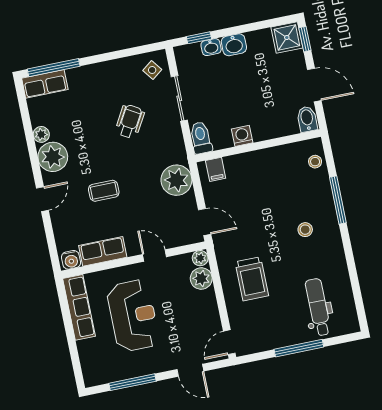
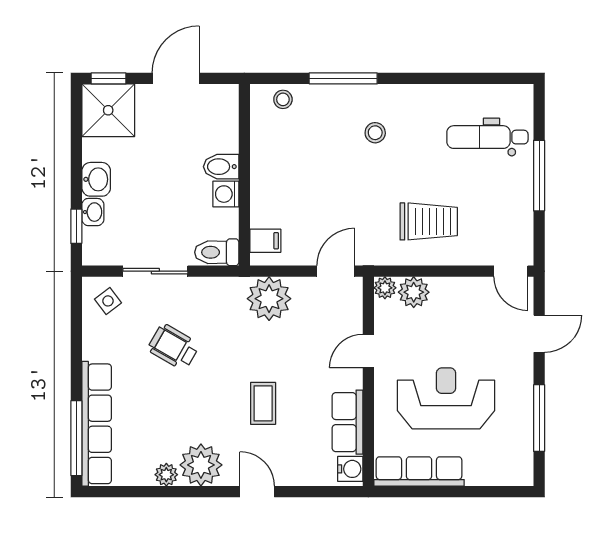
shower: (287, 38) -> (108, 110), width x1.36, depth x1.36
row of seats: (45, 84) -> (97, 424), width x2.02
bidet: (307, 119) -> (221, 167), moved

